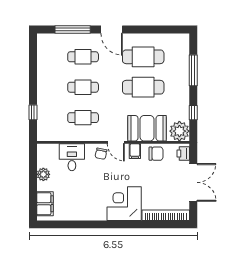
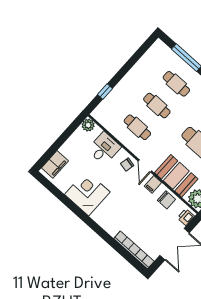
plant: (43, 174) -> (88, 125), moved
corner desk: (124, 204) -> (87, 193), moved

